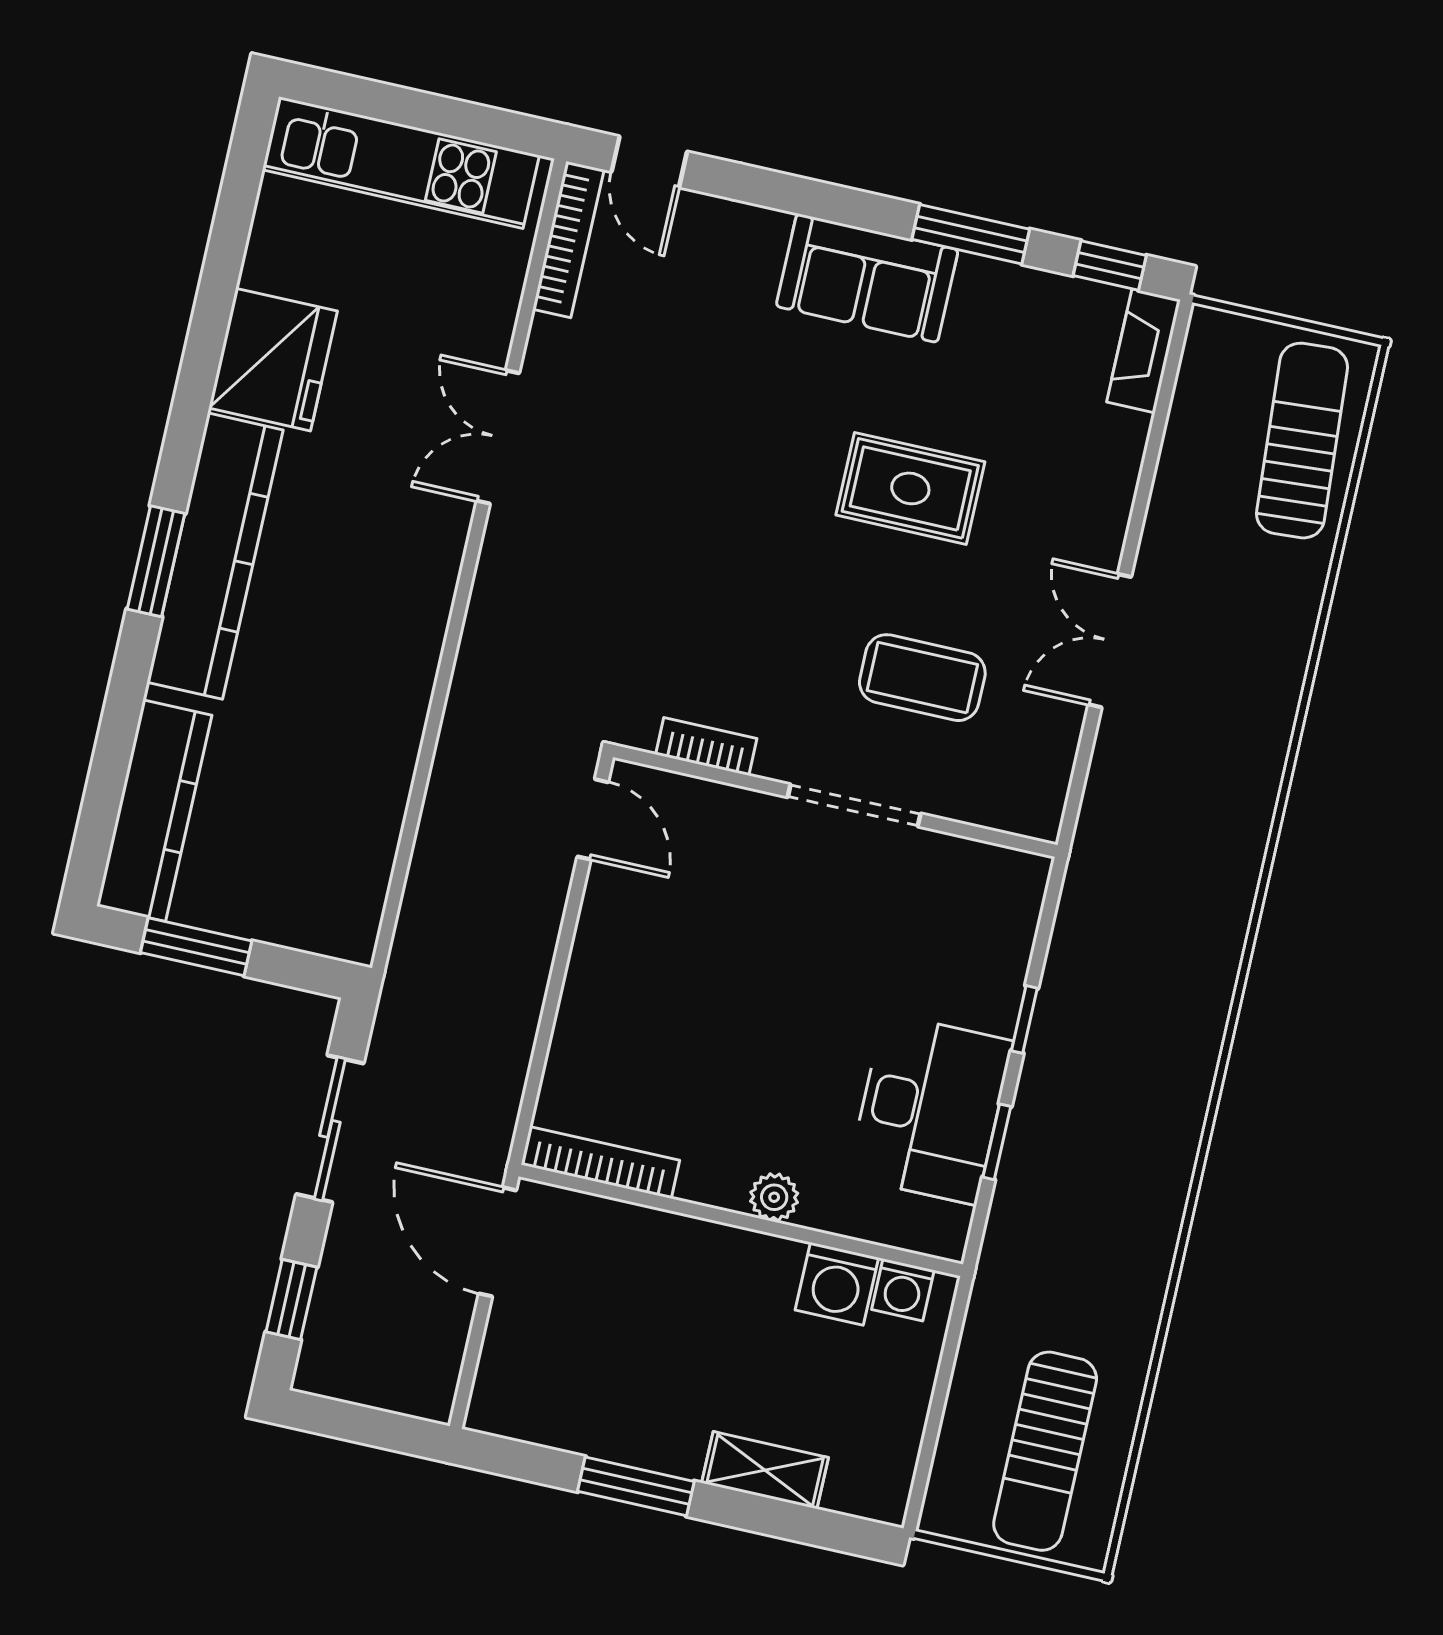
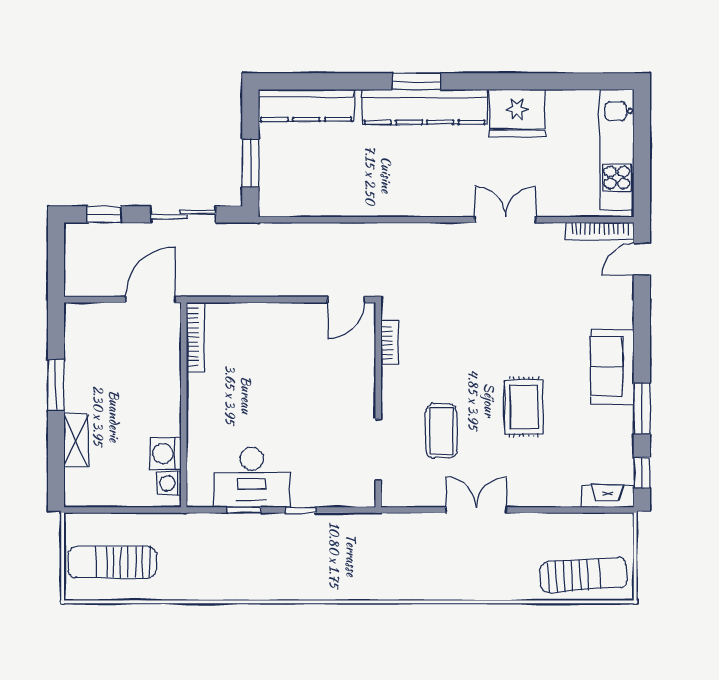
doorway: (854, 805) -> (378, 450), moved
window: (196, 947) -> (250, 163), moved
plant: (774, 1197) -> (197, 417), removed

